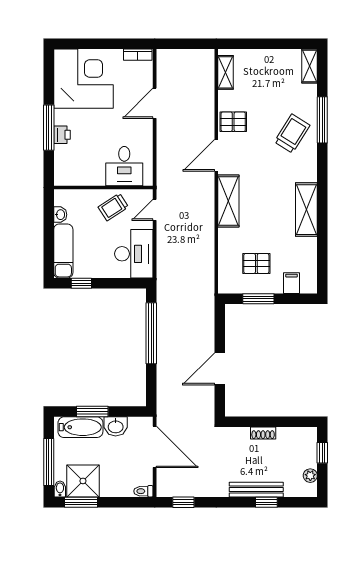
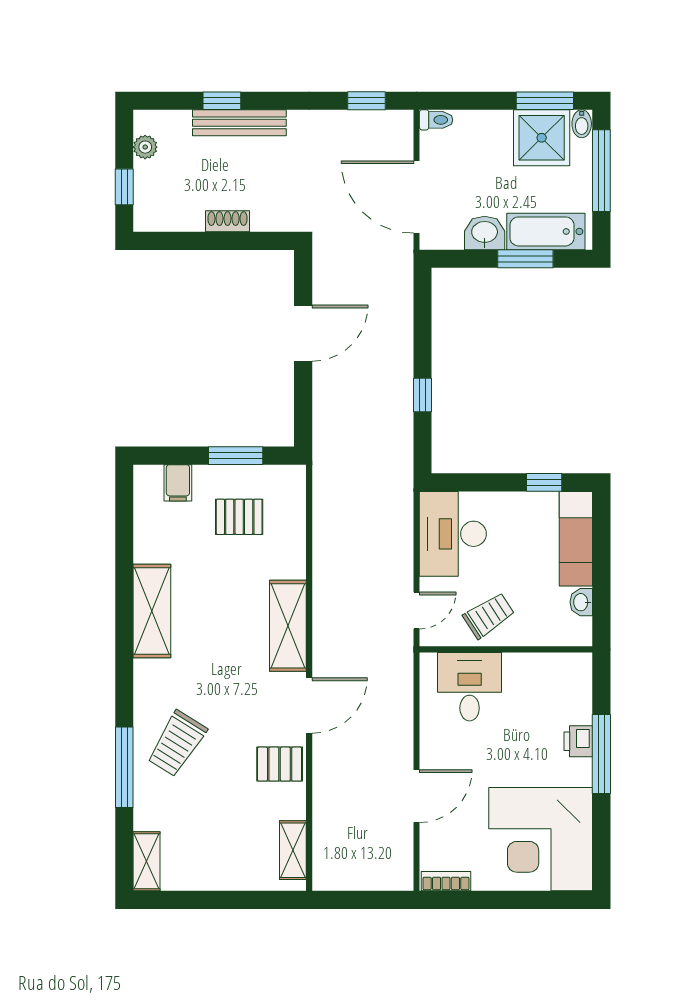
window: (151, 333) -> (422, 395), width x0.32

